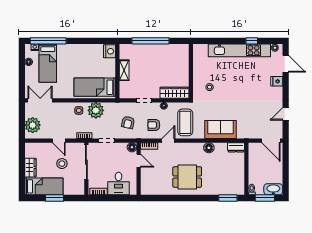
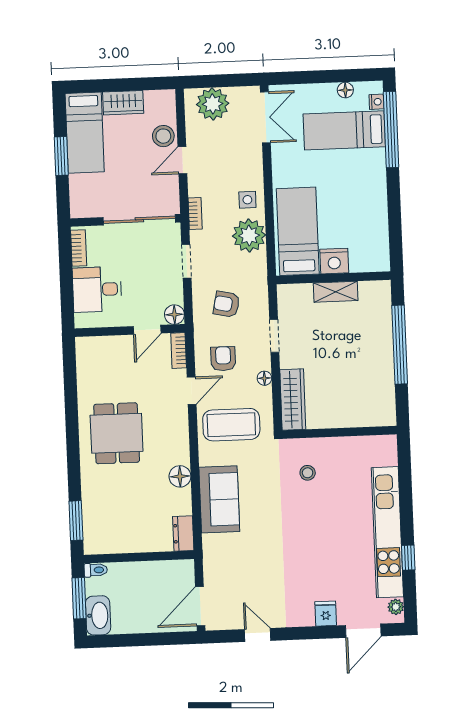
nightstand: (110, 51) -> (334, 261), moved
door: (168, 141) -> (192, 391), hinge flipped
stool: (62, 164) -> (163, 136), moved

